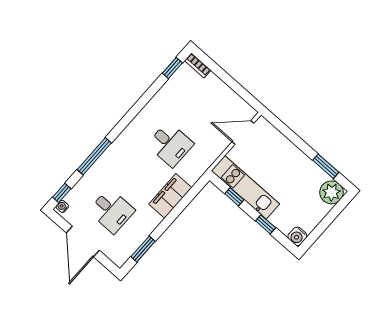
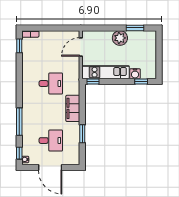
plant: (331, 192) -> (120, 38), moved
window: (234, 197) -> (93, 81), moved
window: (266, 224) -> (141, 81), moved
water cooler: (297, 236) -> (135, 74), moved
window: (143, 249) -> (82, 134), moved

